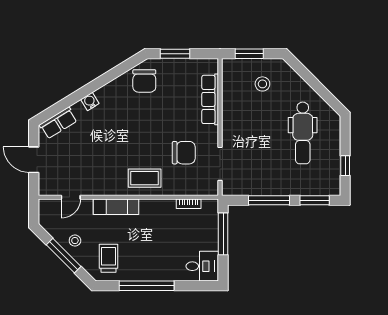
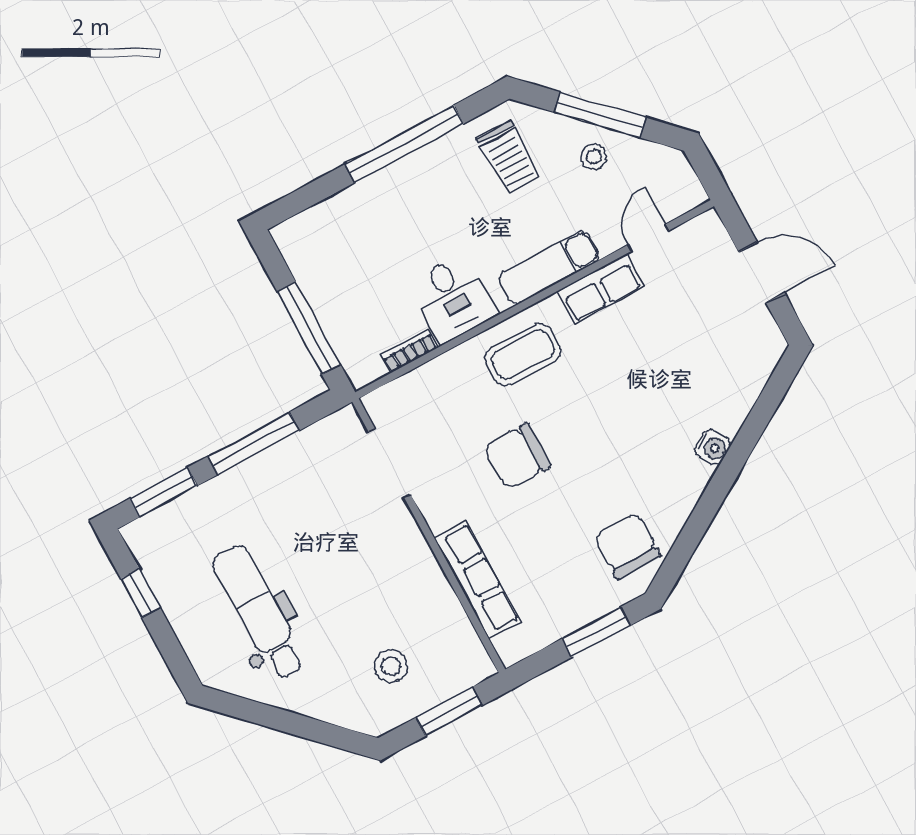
row of seats: (58, 123) -> (601, 289), moved, turned -148
chair: (184, 153) -> (517, 456), moved
desk: (202, 266) -> (453, 298), moved, turned -90

